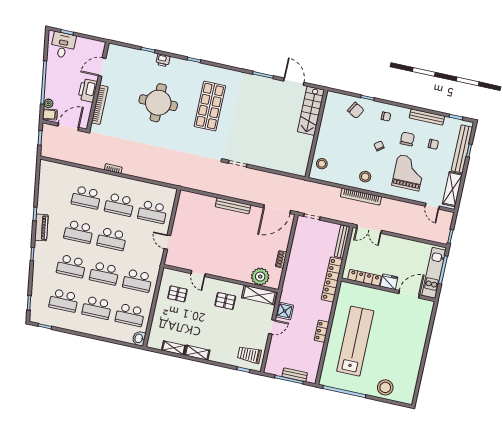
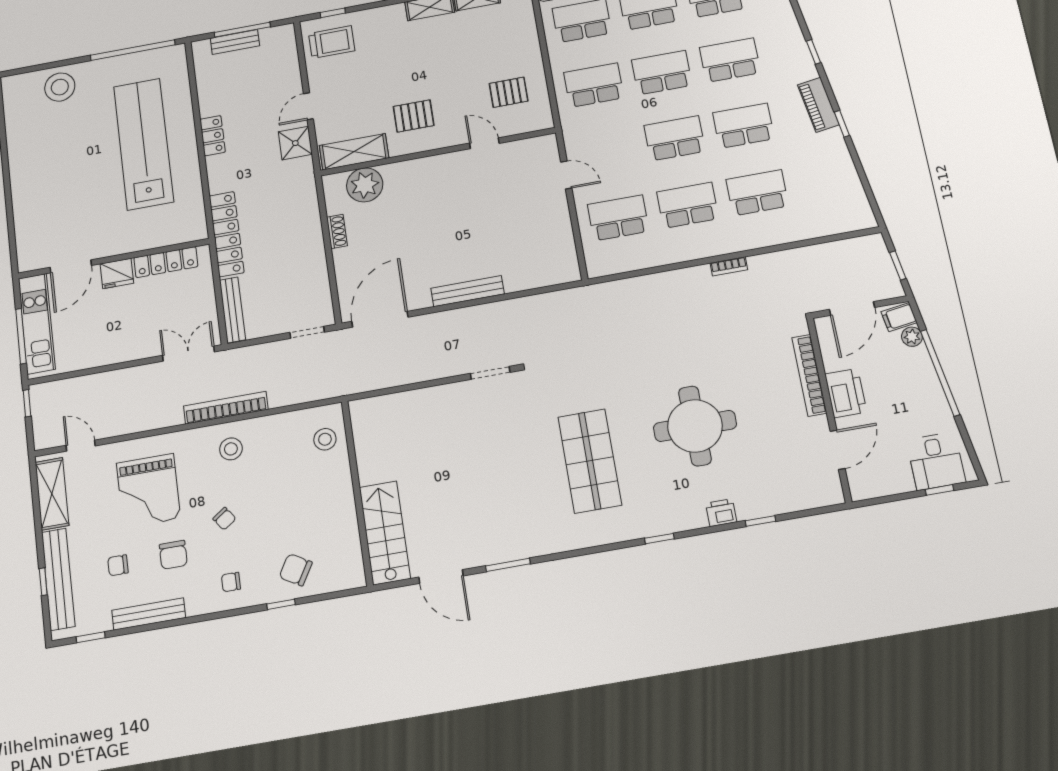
lab bench: (355, 341) -> (144, 144), turned 180

